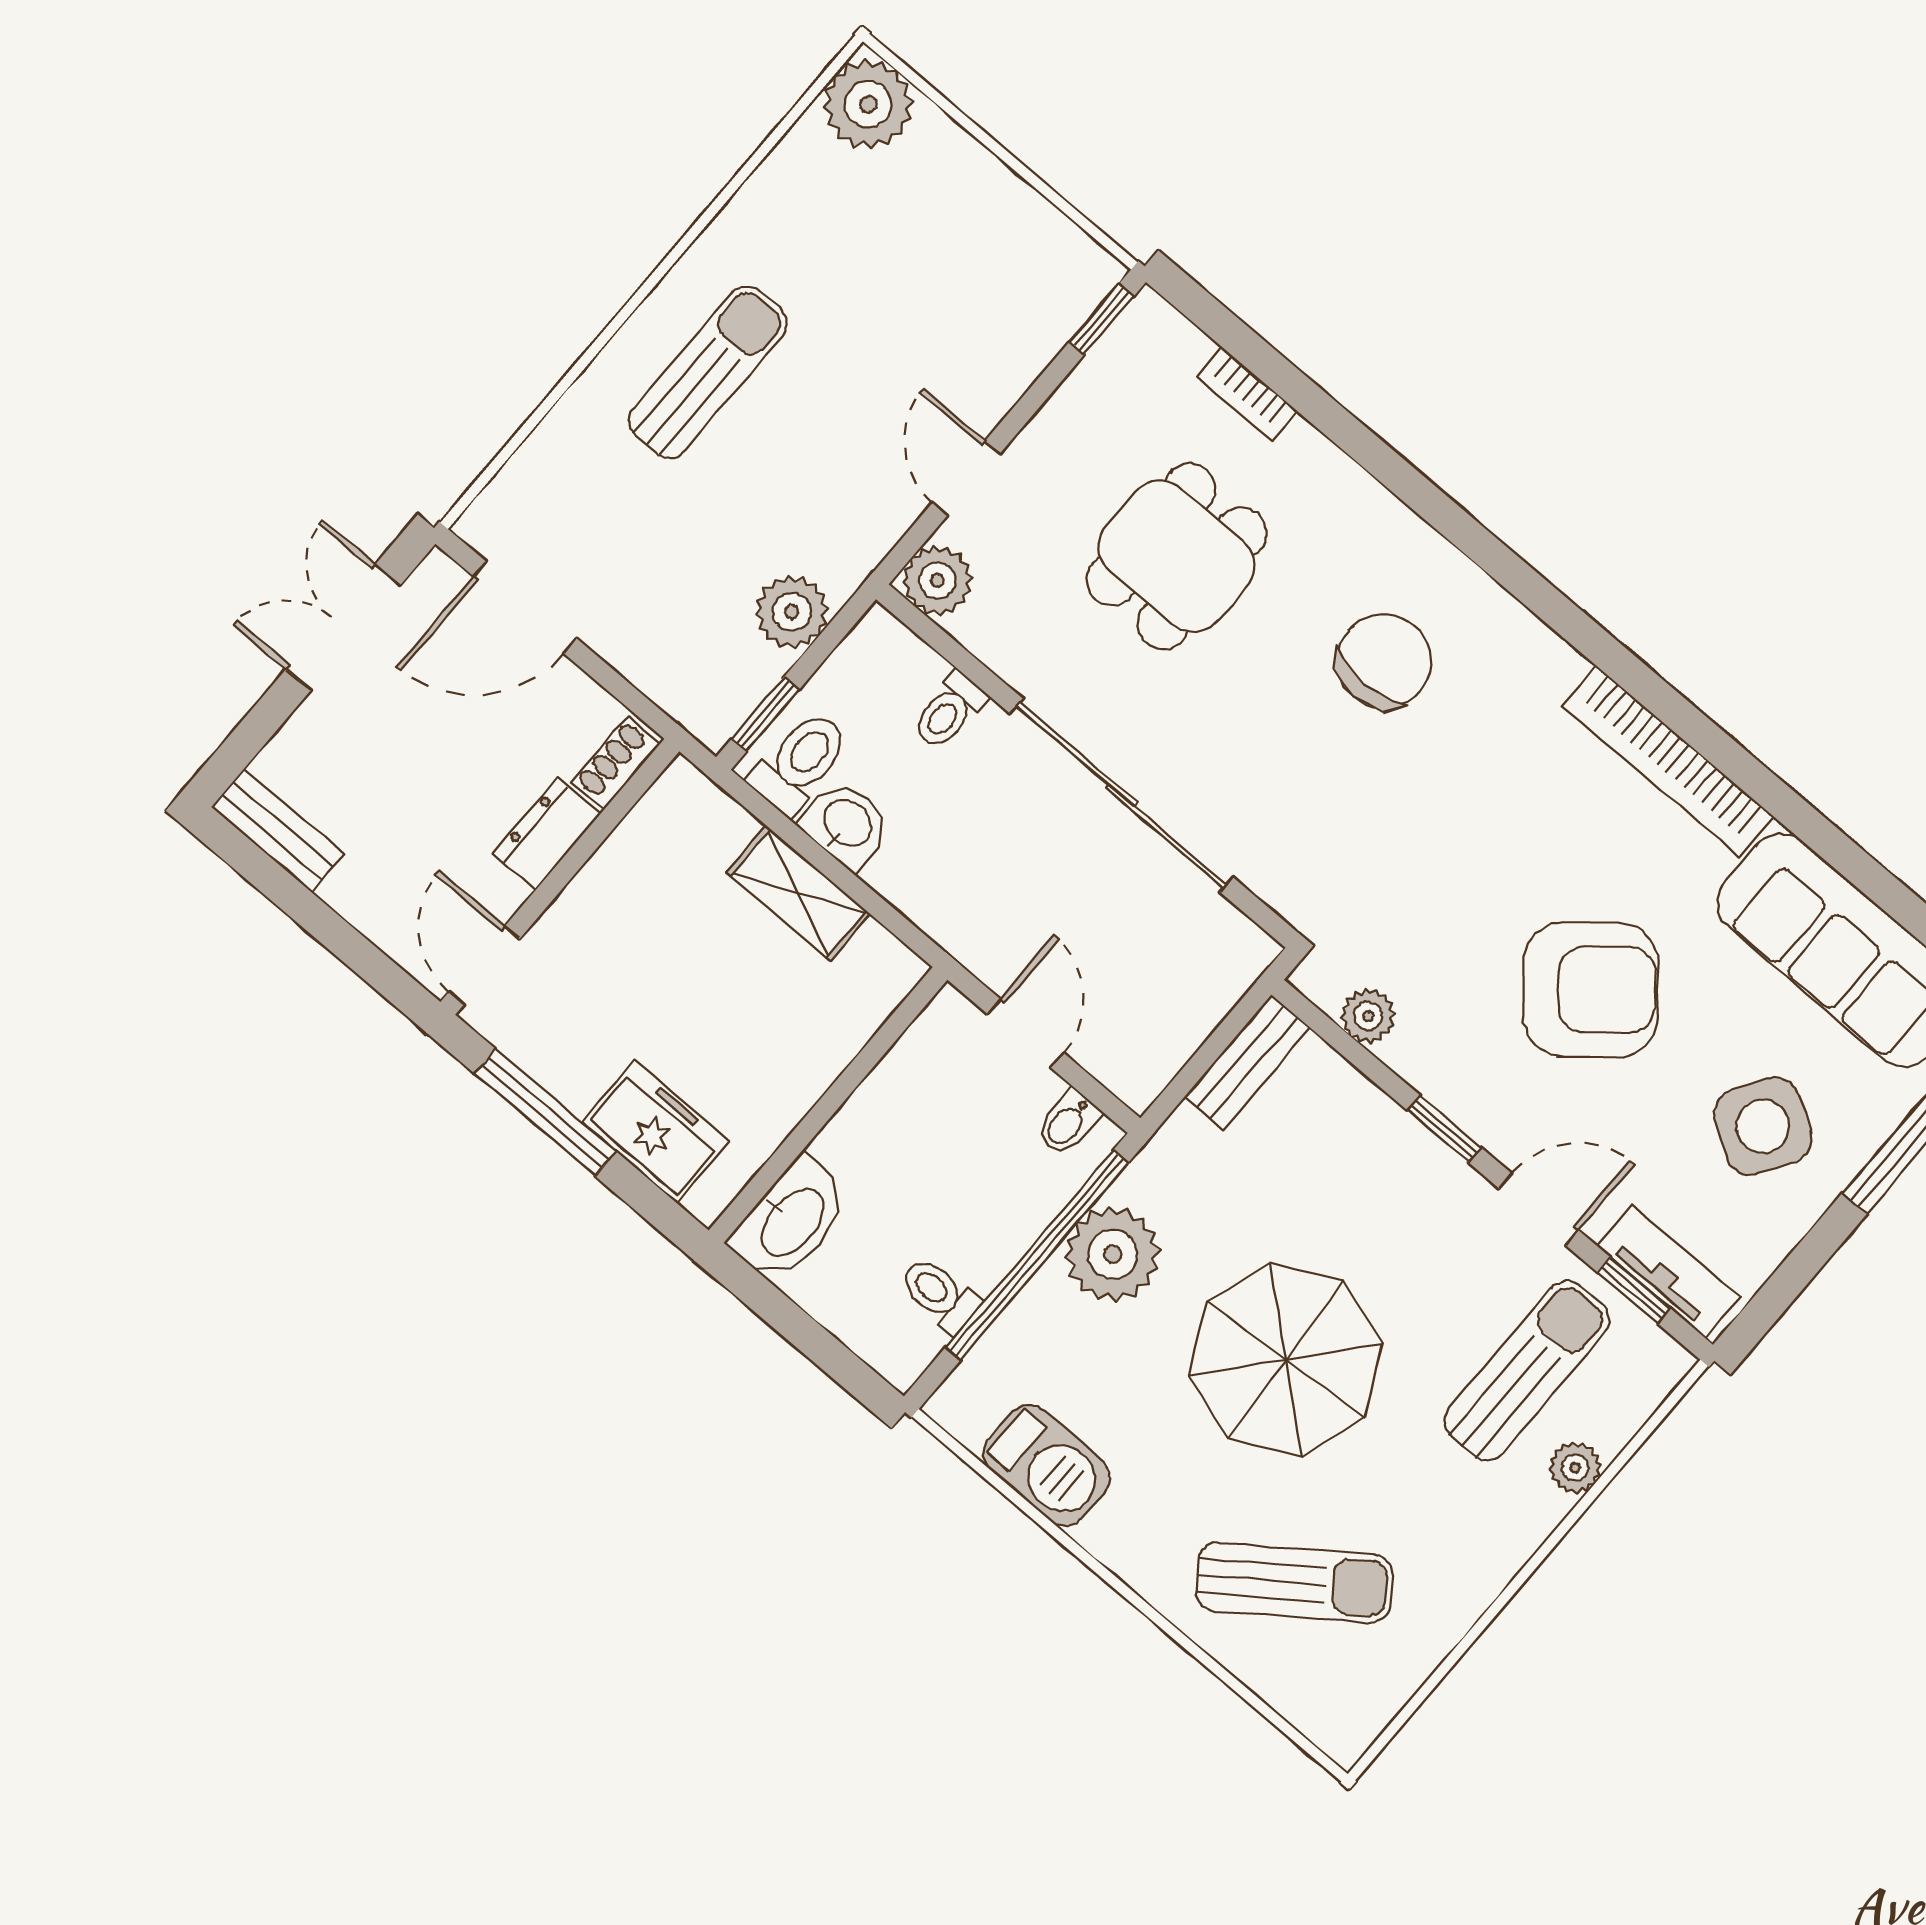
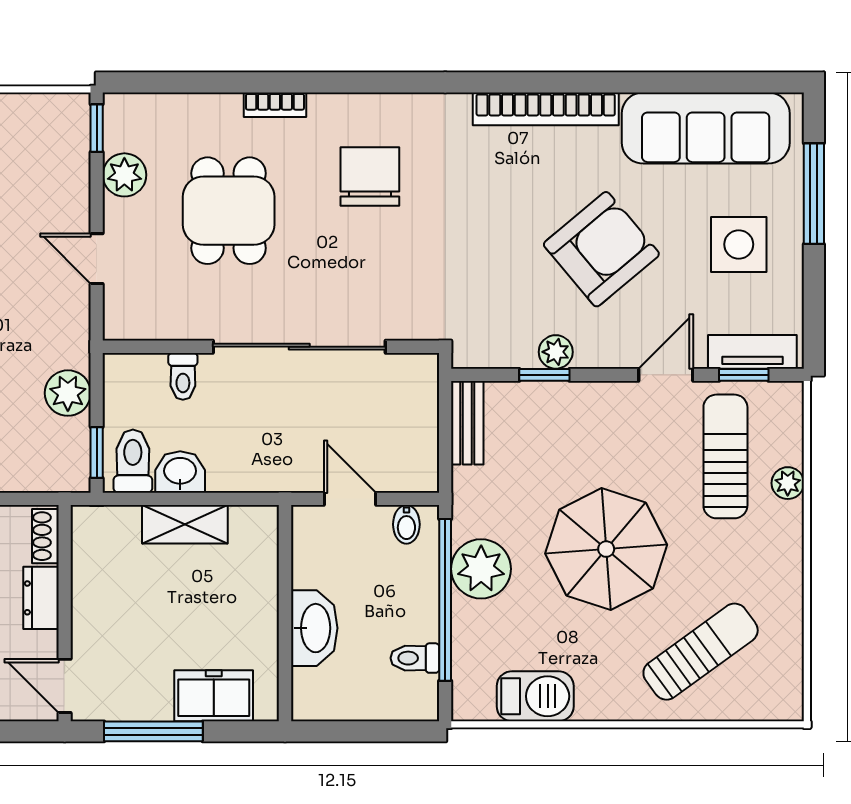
bookcase: (1247, 394) -> (275, 105), moved
plant: (937, 580) -> (124, 175), moved
plant: (1368, 1016) -> (556, 352), moved
side table: (1763, 1126) -> (739, 244), turned -32
window: (1444, 1129) -> (544, 375), moved
washbasin: (791, 1221) -> (314, 628), moved

